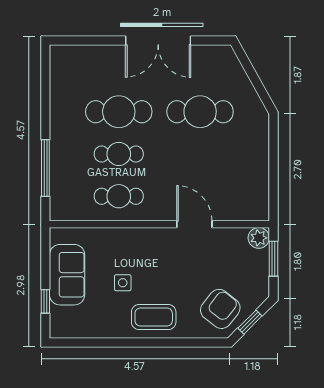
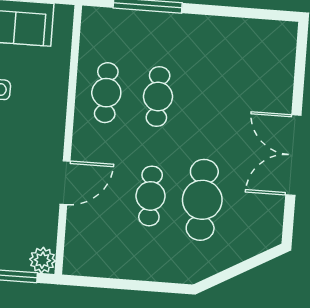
cafe table: (119, 112) -> (151, 196), moved, width x0.73, depth x0.74

